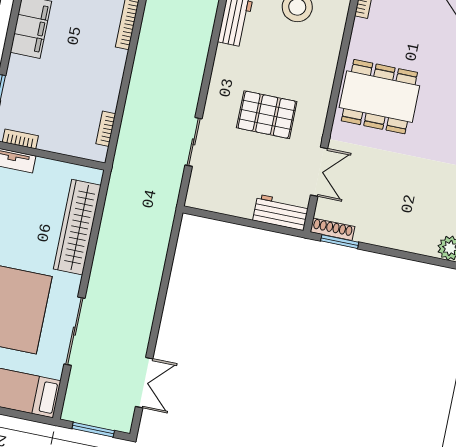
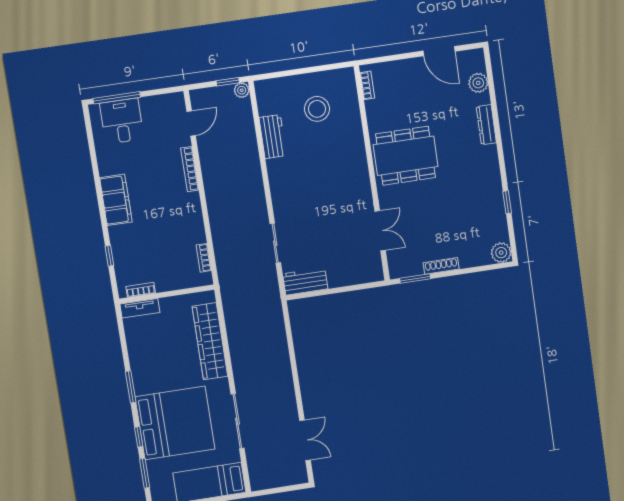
pallet: (267, 115) -> (324, 201), removed
workbench: (281, 212) -> (305, 281), moved
shoe rack: (332, 229) -> (441, 266), moved
window: (93, 430) -> (279, 490), removed

